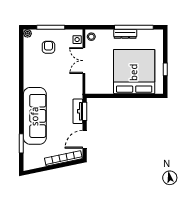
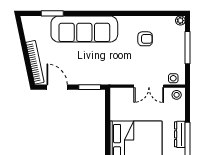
armchair: (48, 47) -> (145, 39), moved
double door: (84, 61) -> (149, 86), swing flipped
tv unit: (78, 111) -> (90, 79), removed

